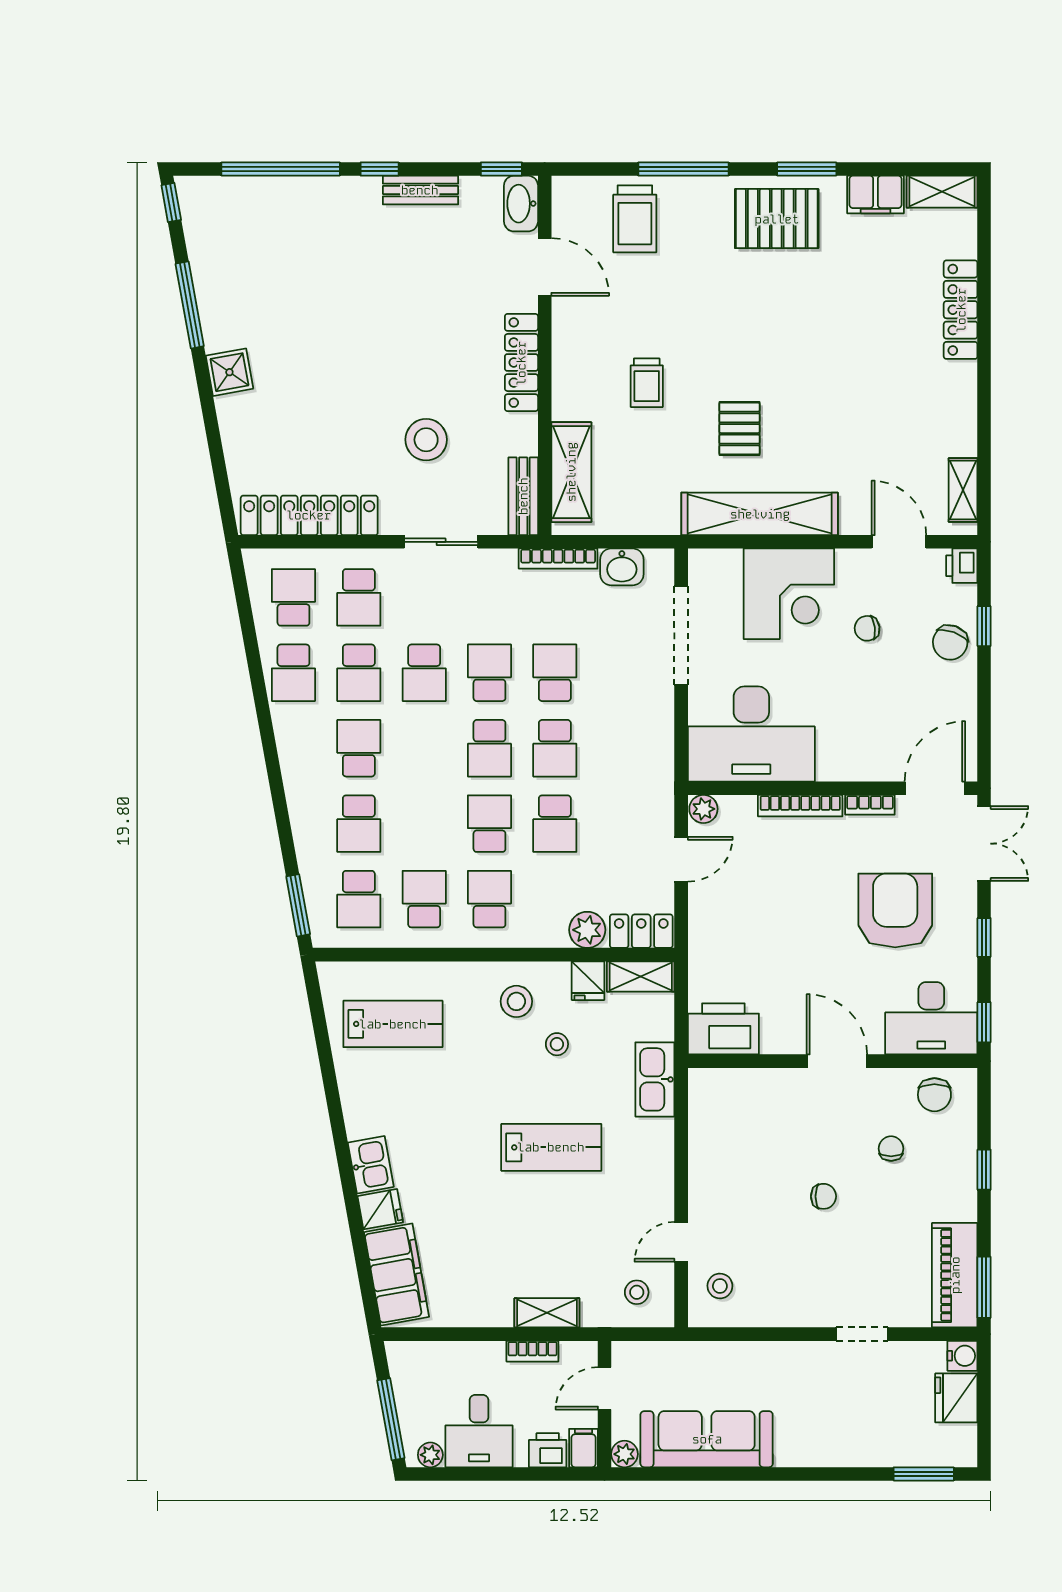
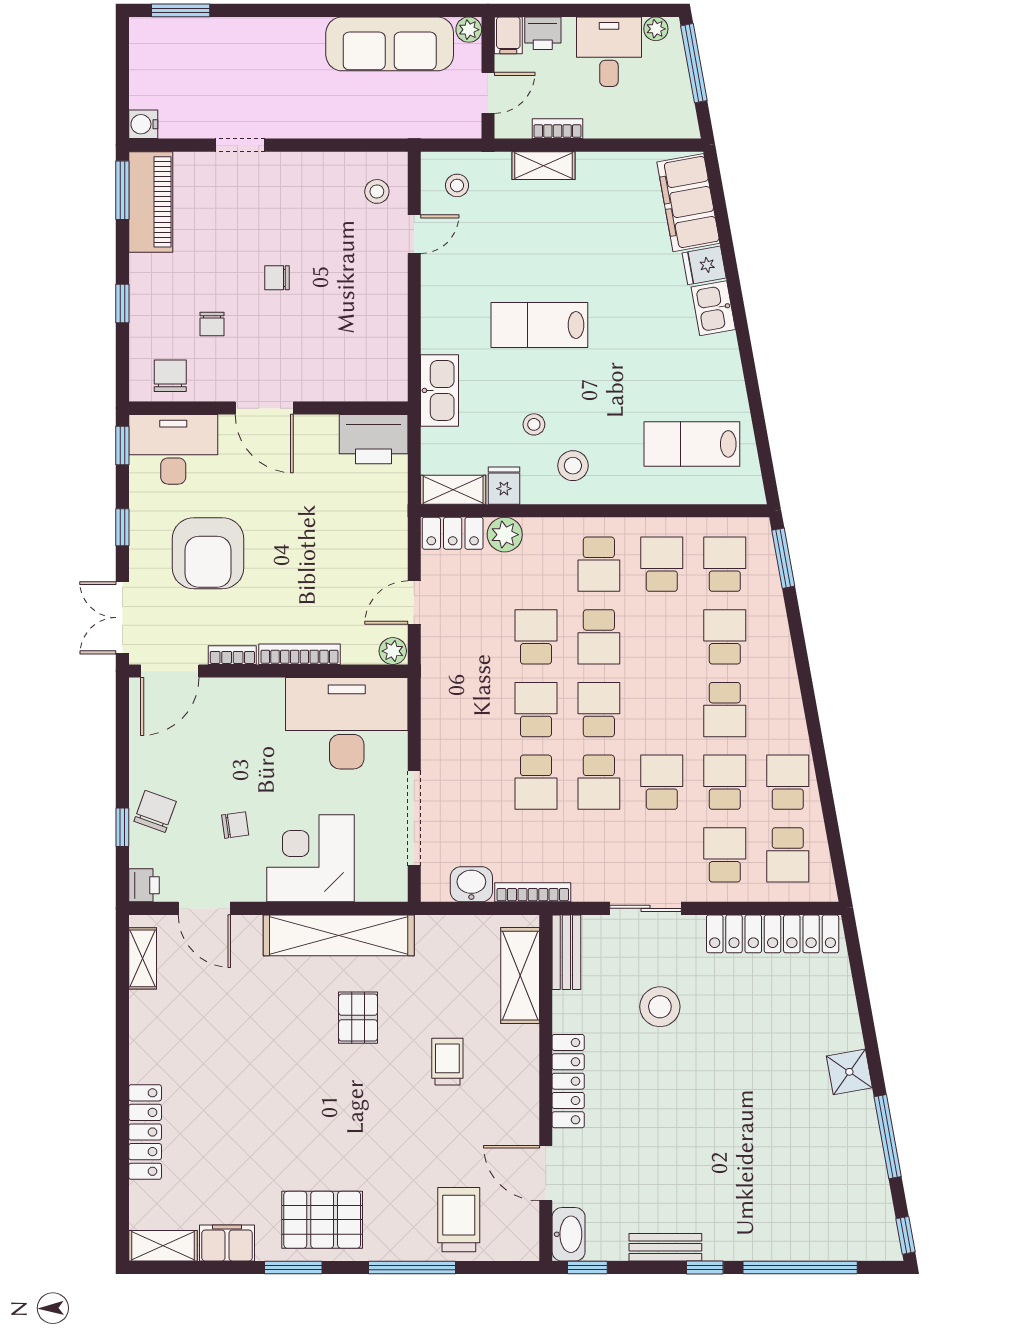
school desk: (424, 899) -> (662, 564), turned 180
fridge: (956, 1398) -> (149, 84), removed

